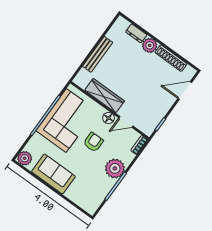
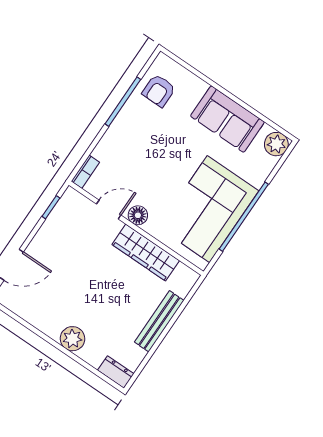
dresser: (136, 33) -> (116, 372), moved
shoe rack: (171, 58) -> (36, 318), removed
armchair: (93, 142) -> (159, 91), moved
plant: (115, 168) -> (125, 131), removed

